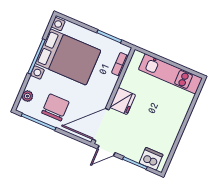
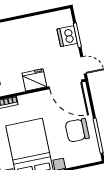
plant: (27, 96) -> (84, 159), removed
dishwasher: (151, 159) -> (67, 36), moved

